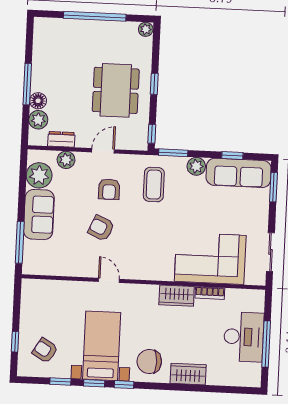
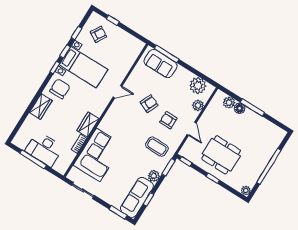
dresser: (61, 139) -> (211, 109), removed
sofa: (39, 215) -> (161, 64), moved

